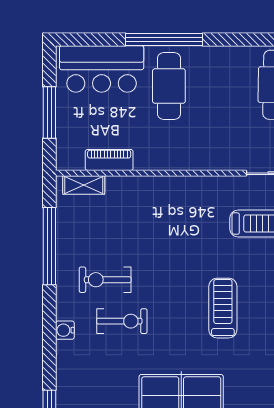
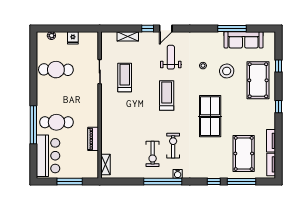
piano: (109, 160) -> (93, 139), moved
window: (49, 246) -> (163, 182), moved
treadmill: (223, 308) -> (167, 95), turned 90

